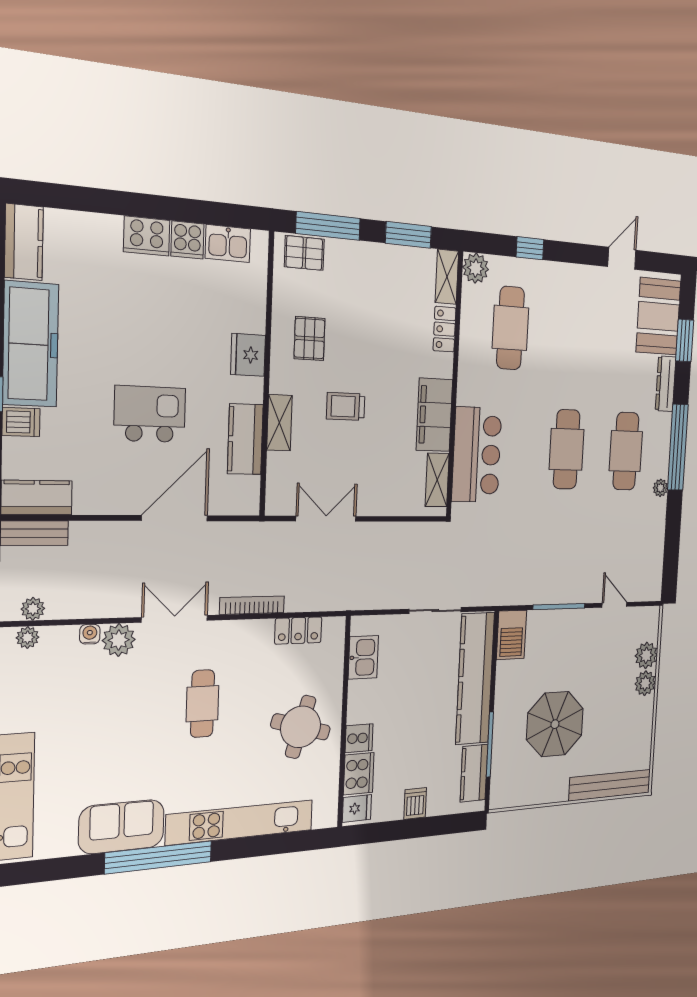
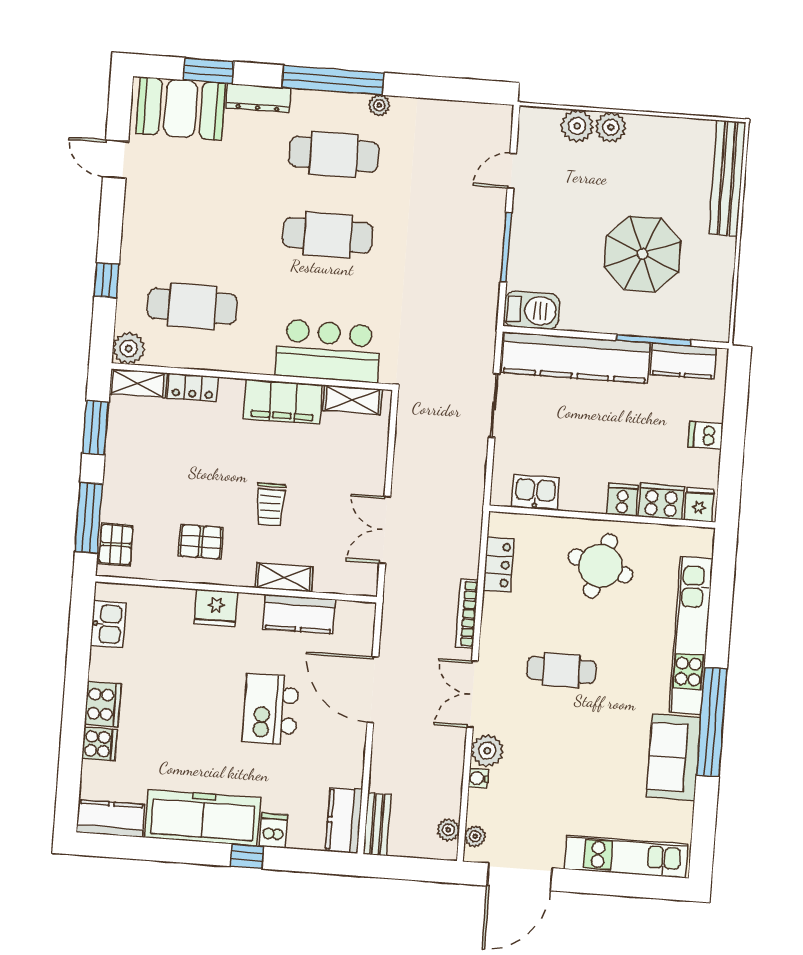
cooker: (187, 240) -> (100, 744), moved

